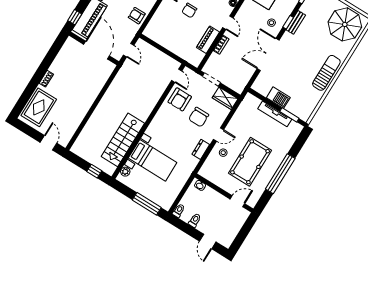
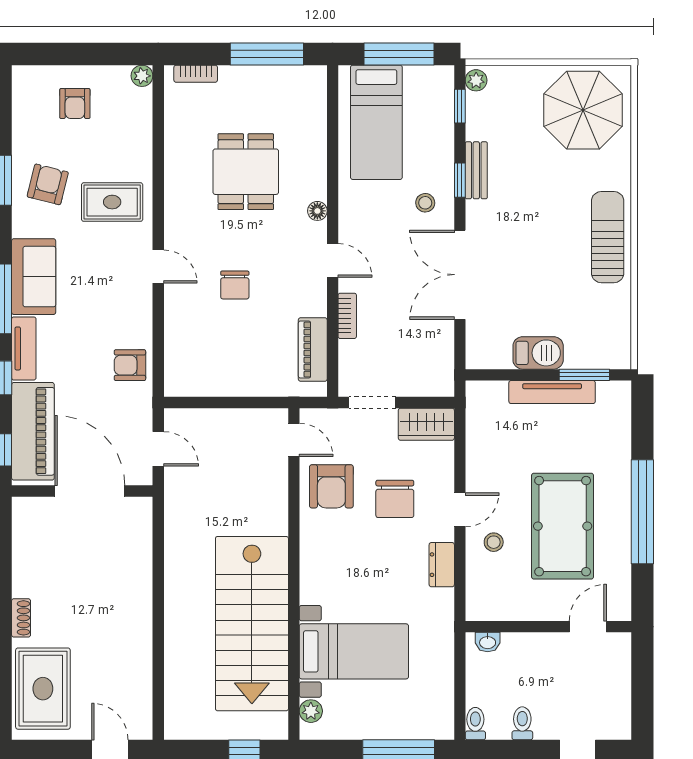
piano: (208, 40) -> (313, 350), moved
stairs: (123, 140) -> (252, 624), width x1.36, depth x1.51

